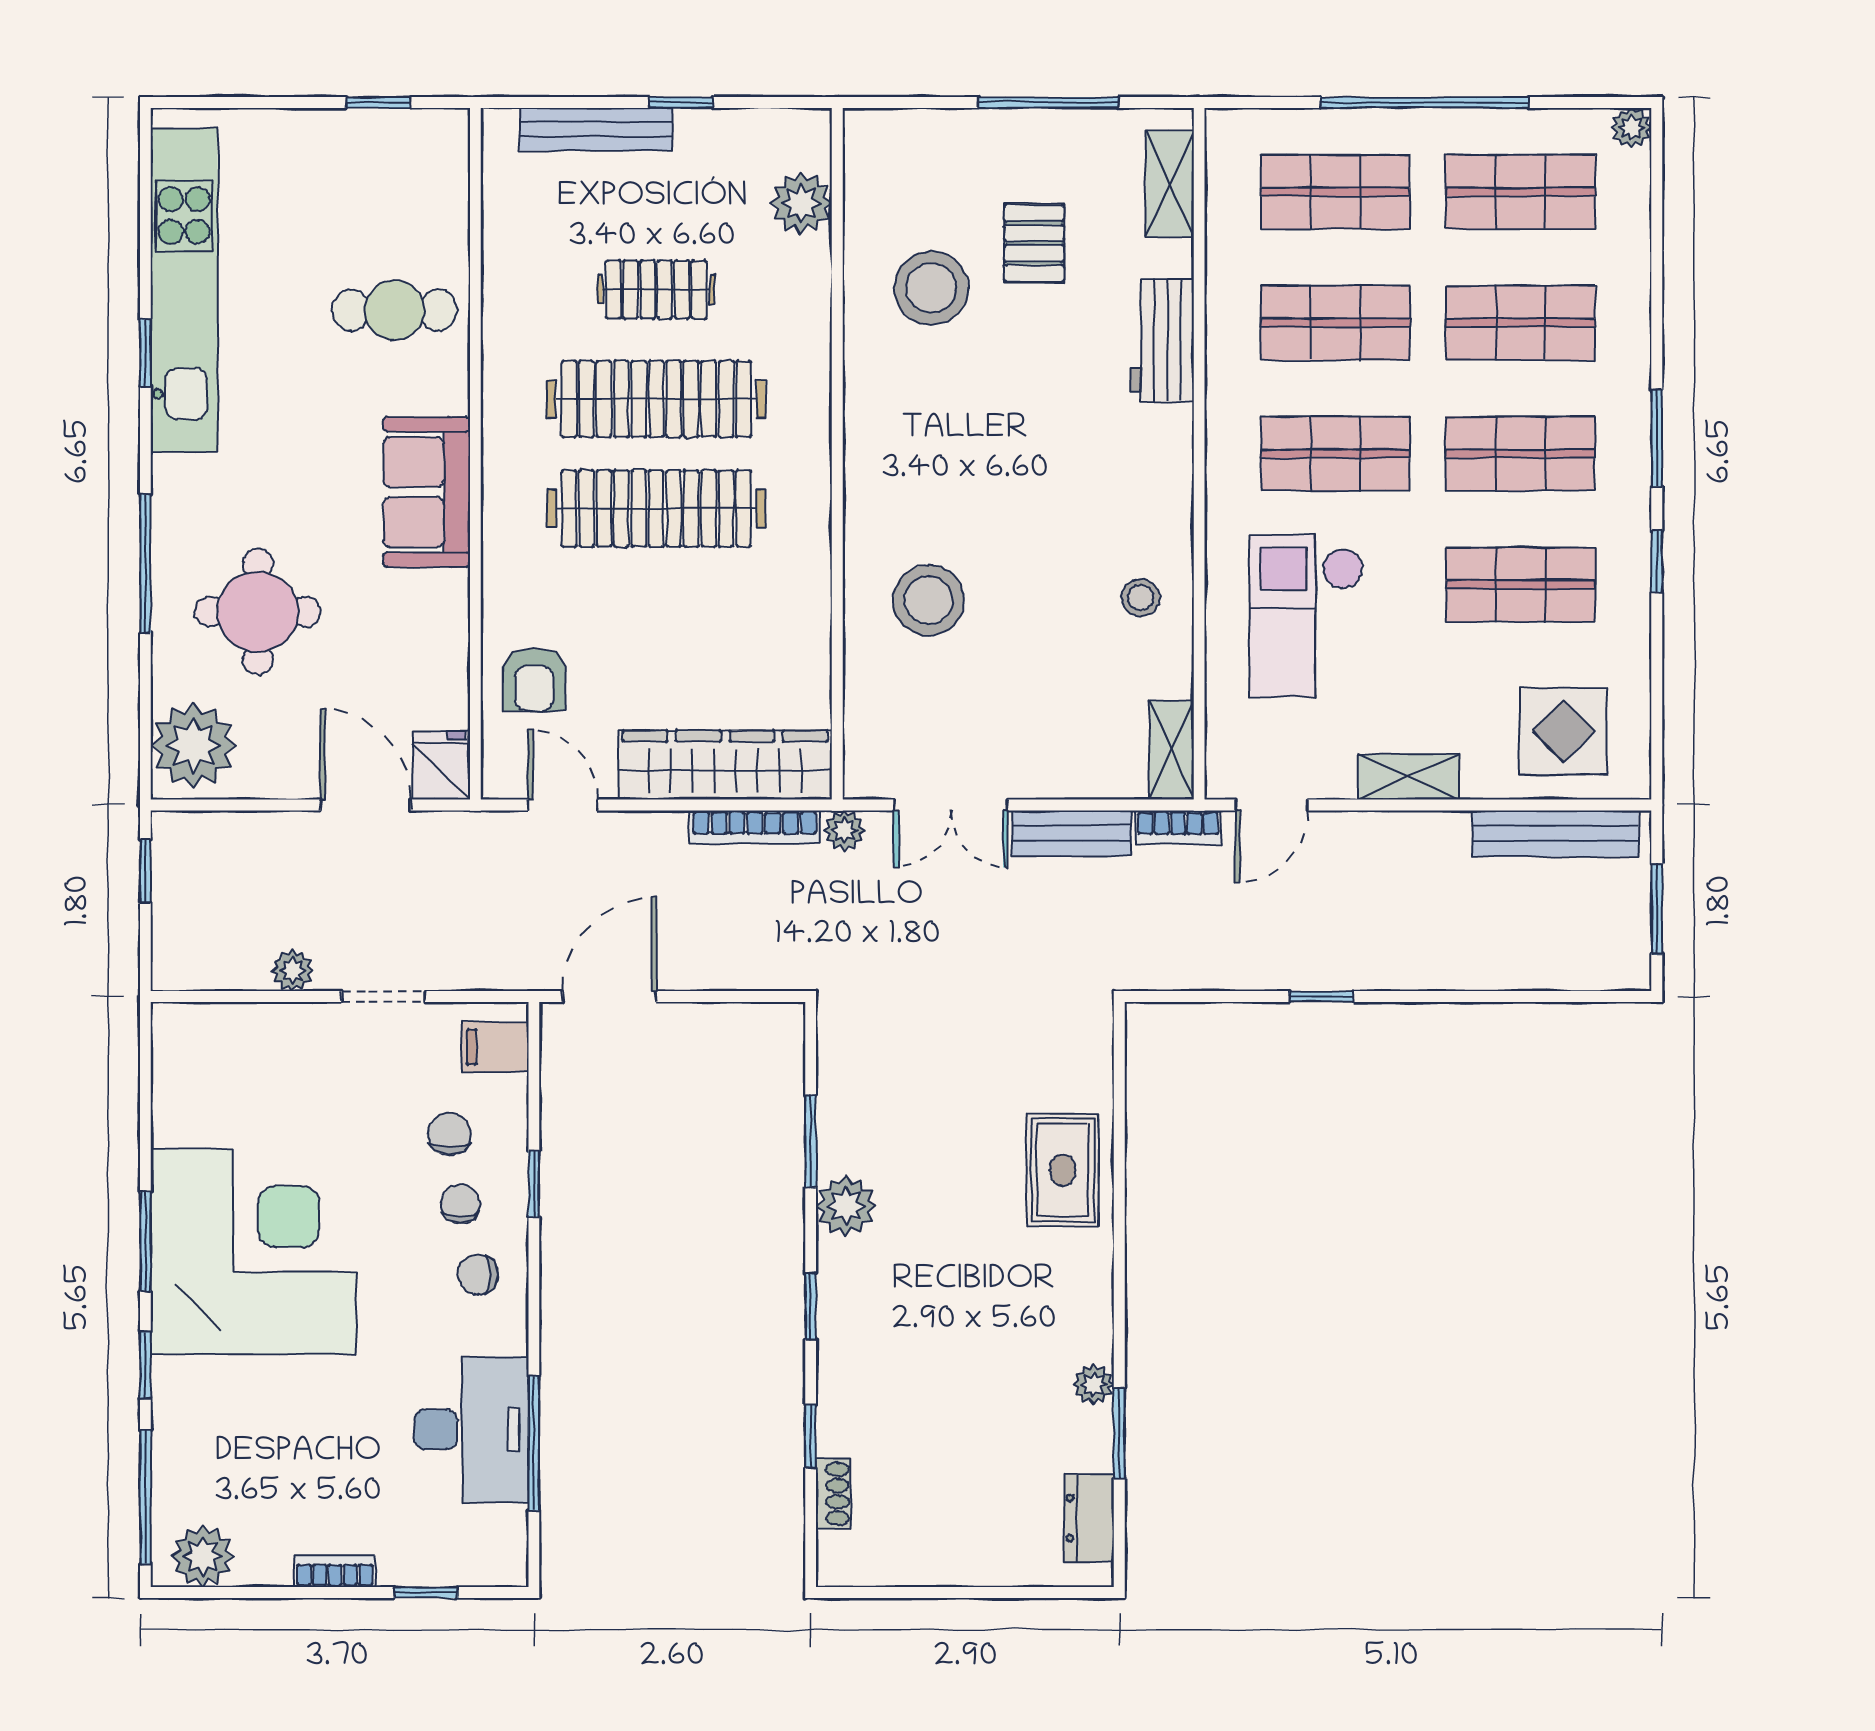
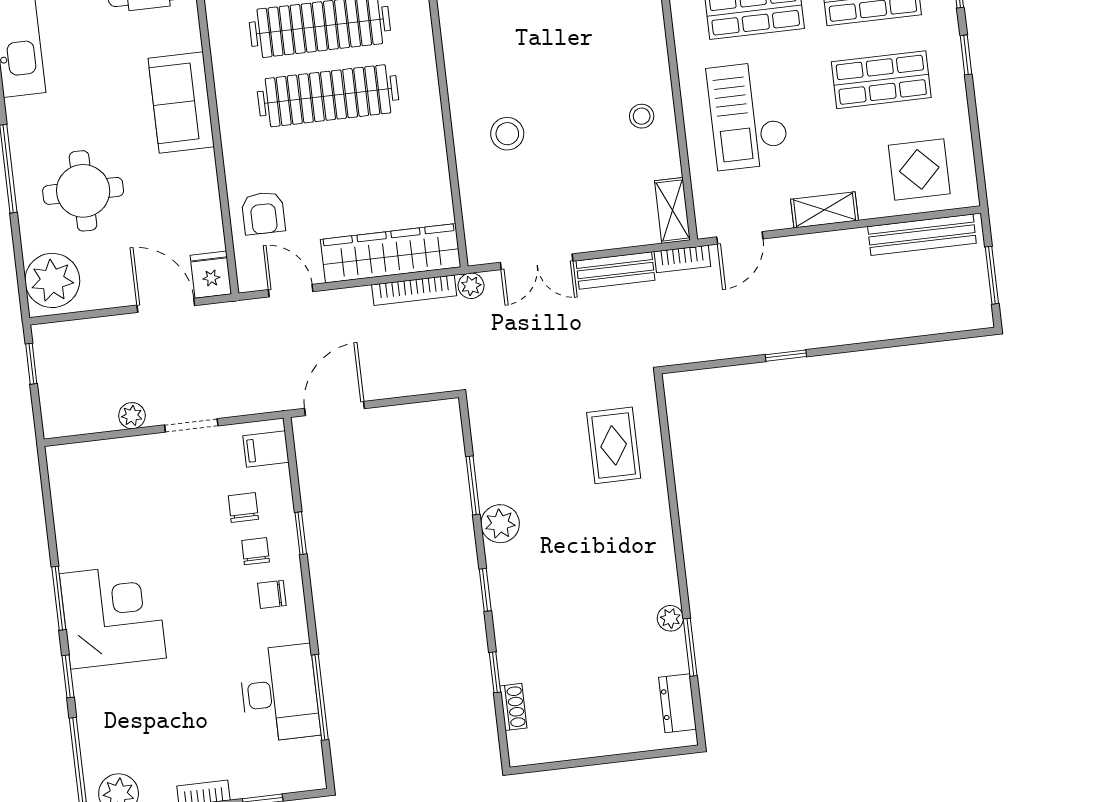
stool: (929, 600) -> (507, 134), width x0.73, depth x0.73
rug: (1063, 1170) -> (614, 445), moved
corner desk: (254, 1251) -> (113, 616), width x0.74, depth x0.74

